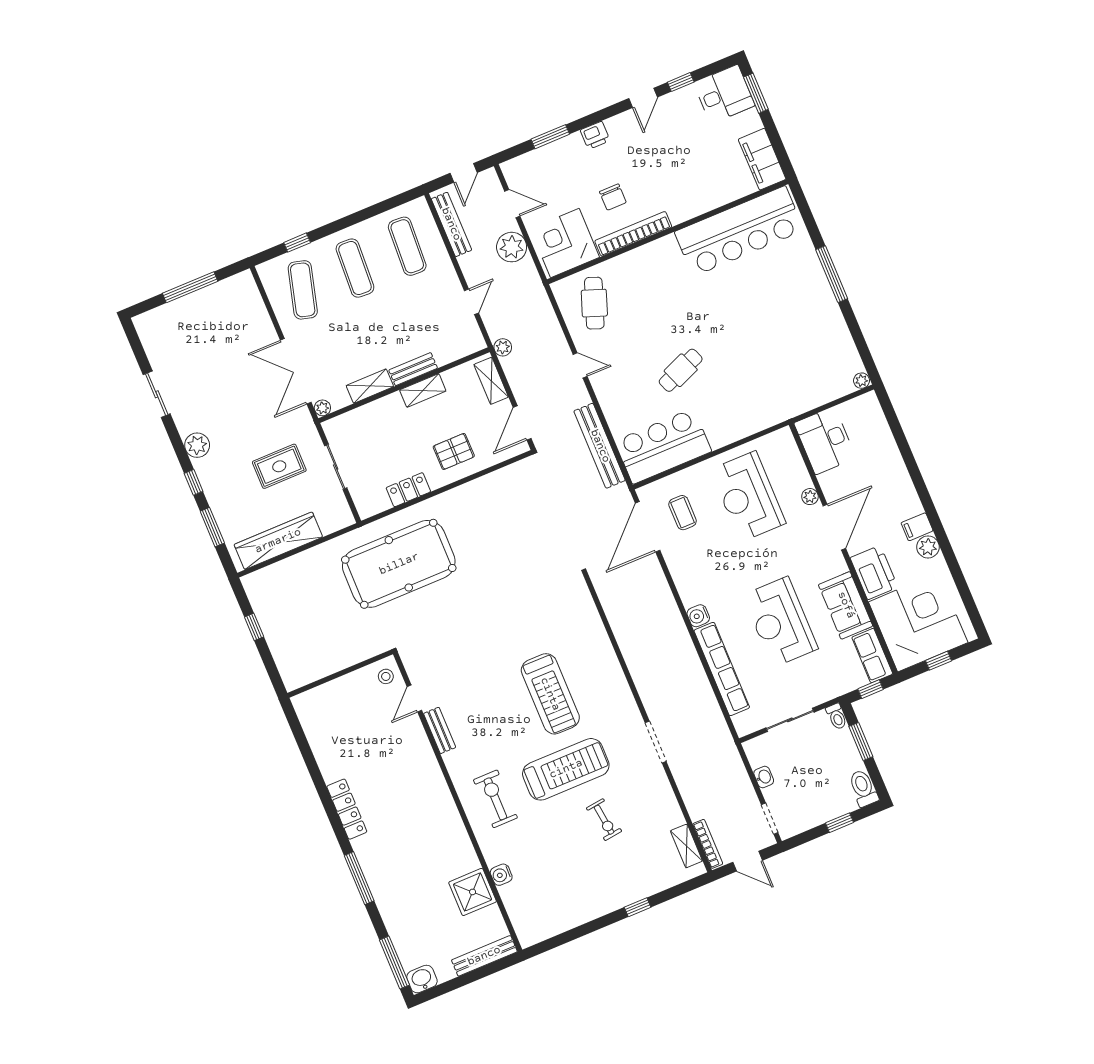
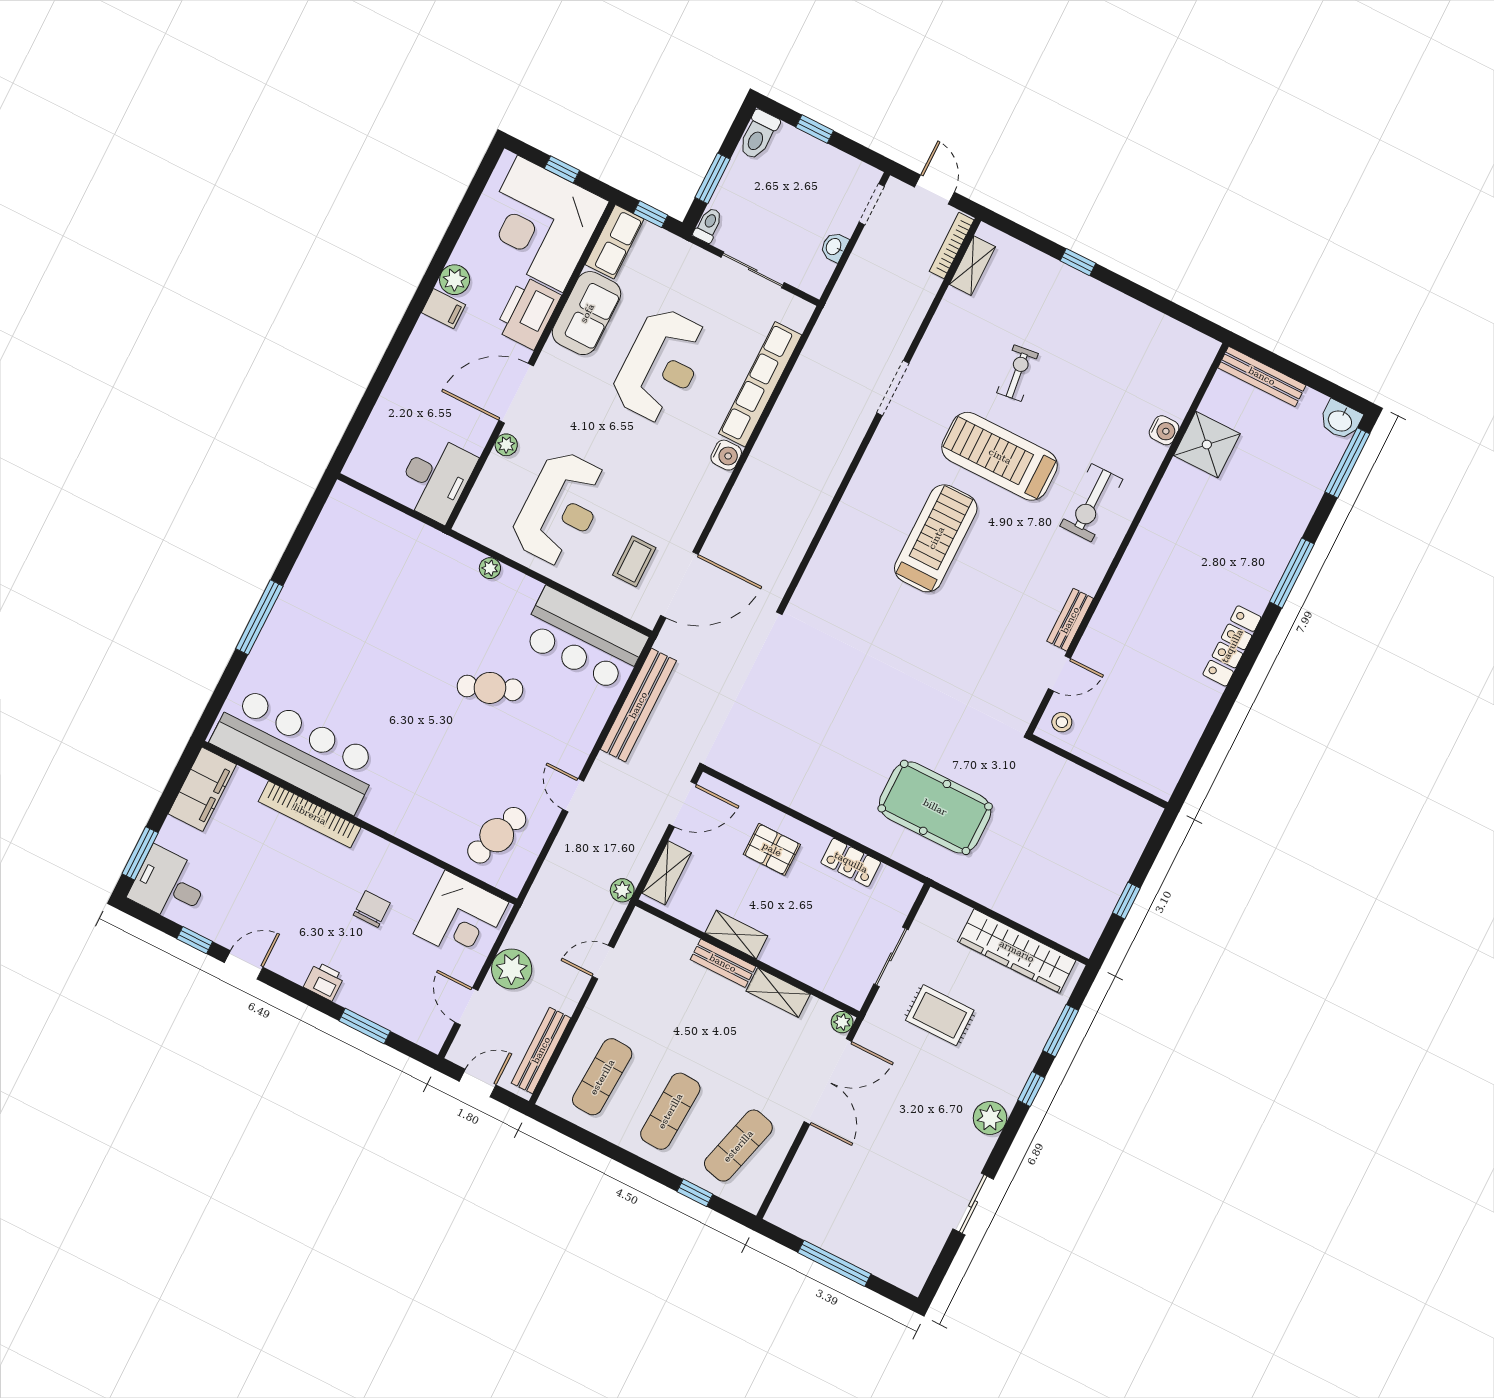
bookcase: (633, 234) -> (310, 814), moved
plant: (862, 381) -> (490, 568), moved
pool table: (399, 564) -> (935, 807), width x0.73, depth x0.76

